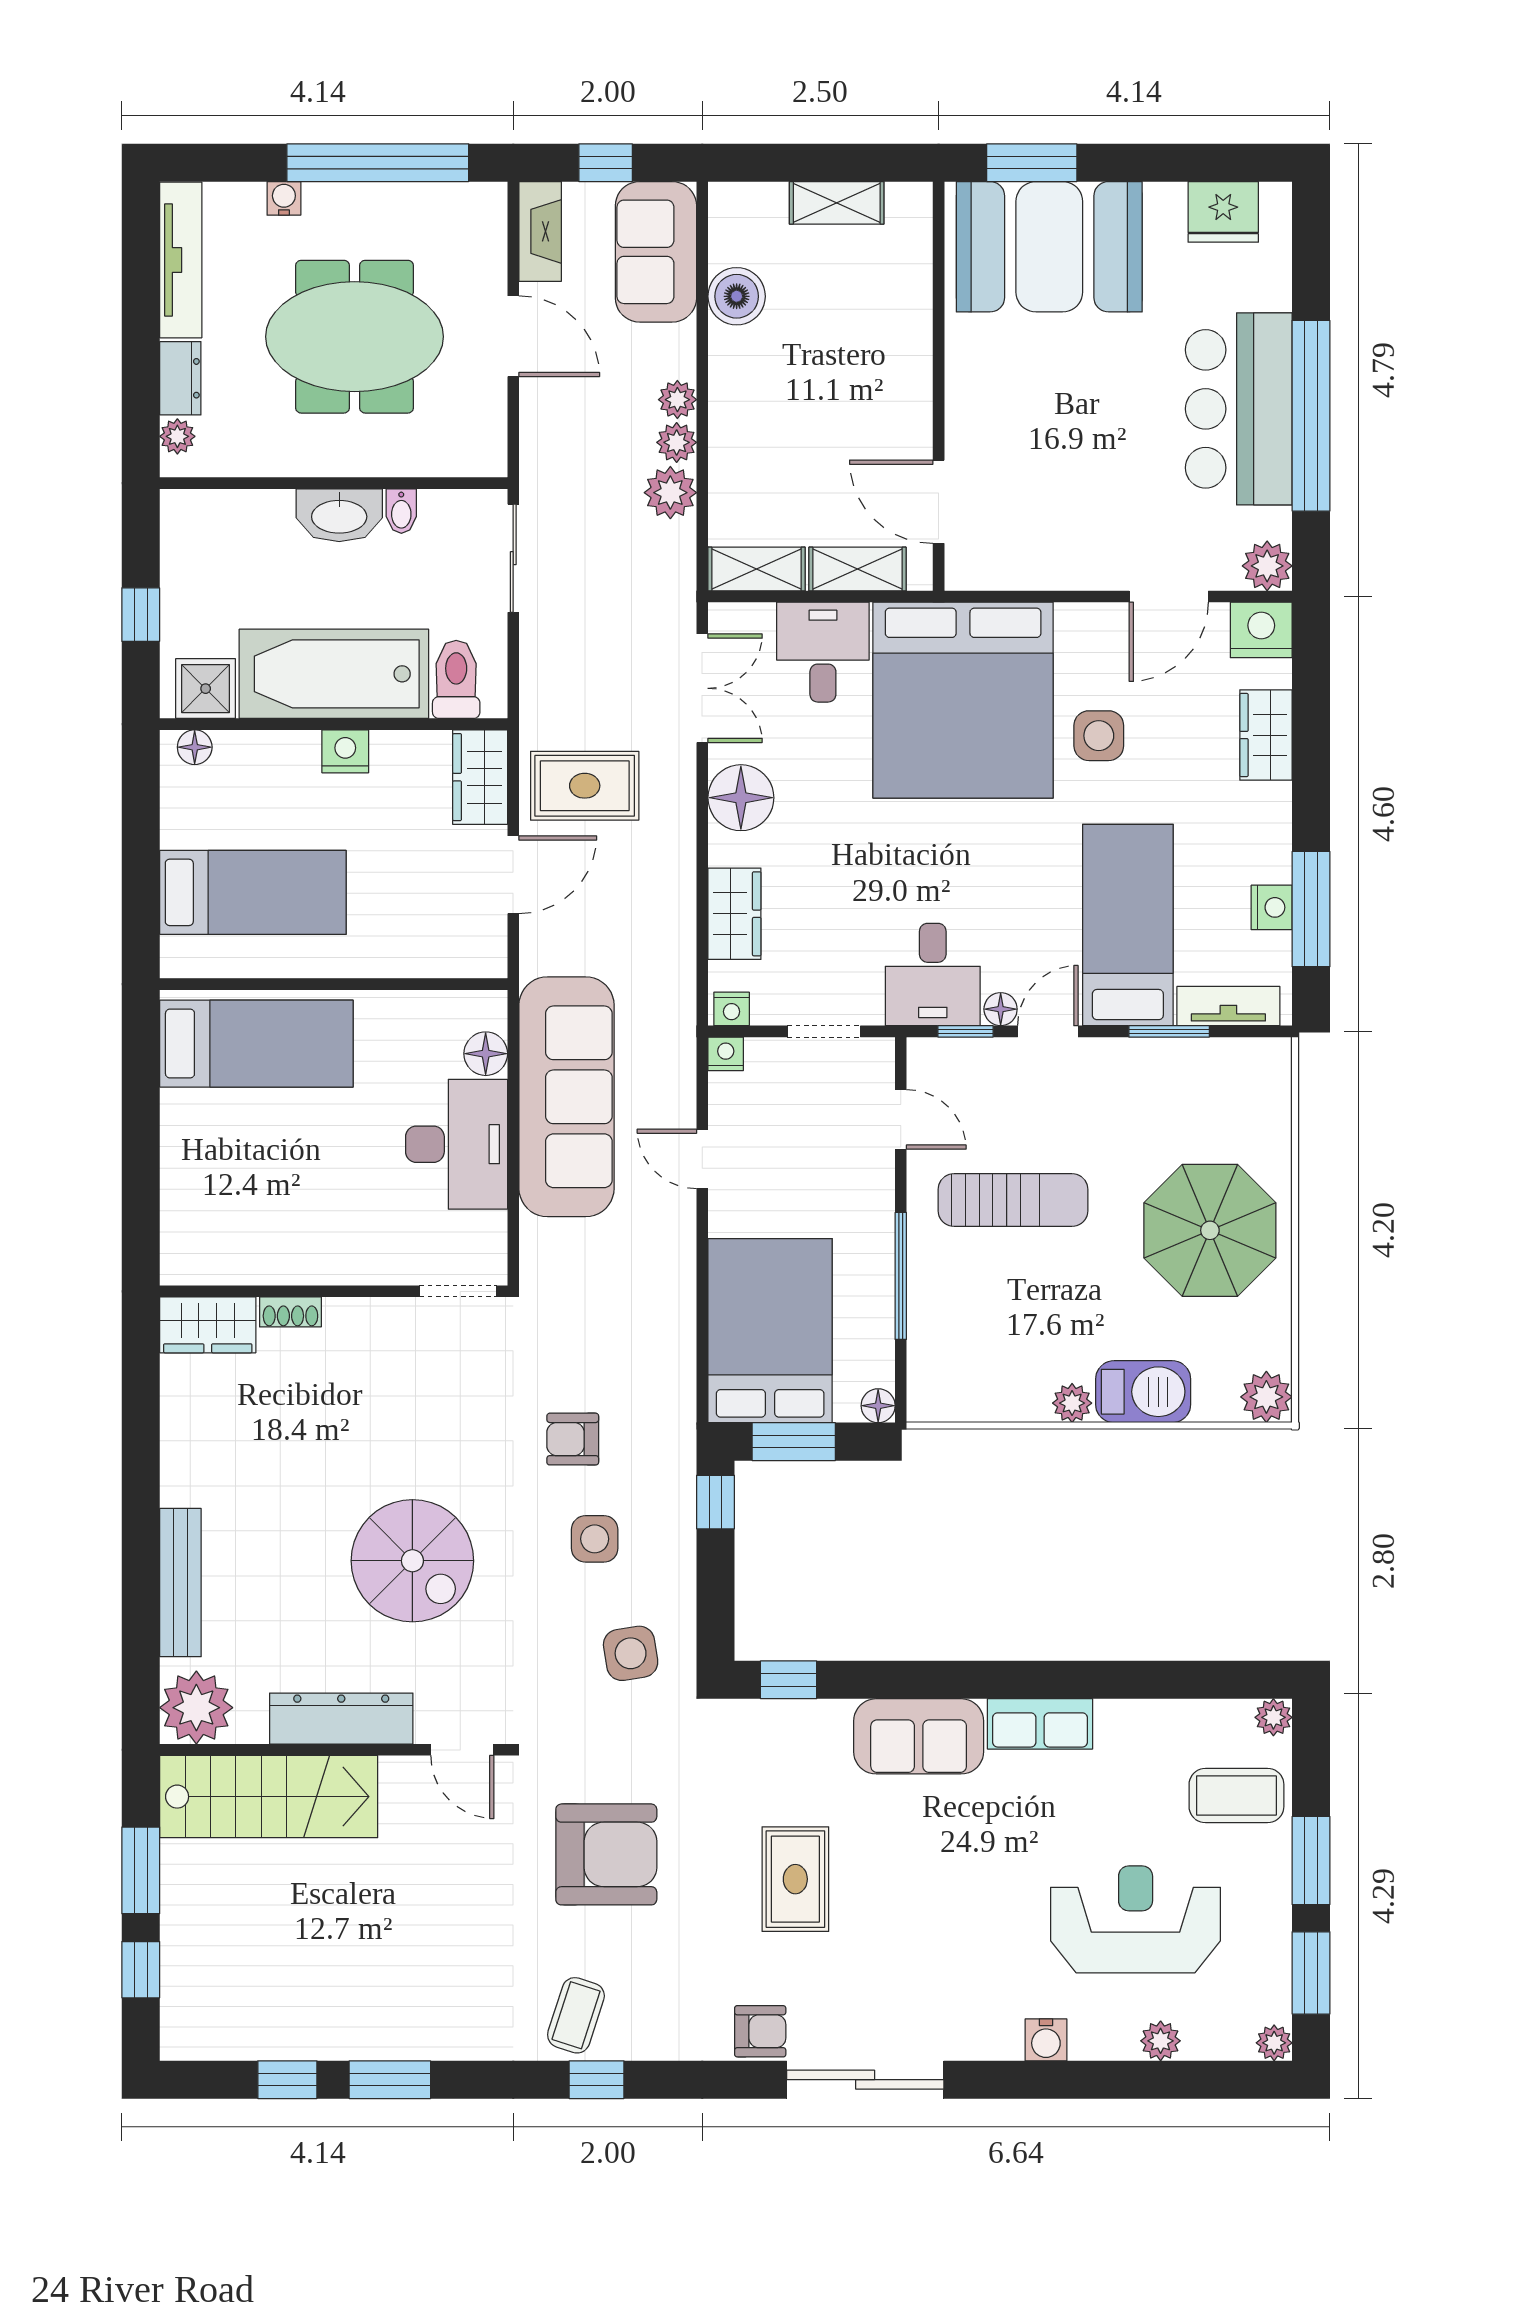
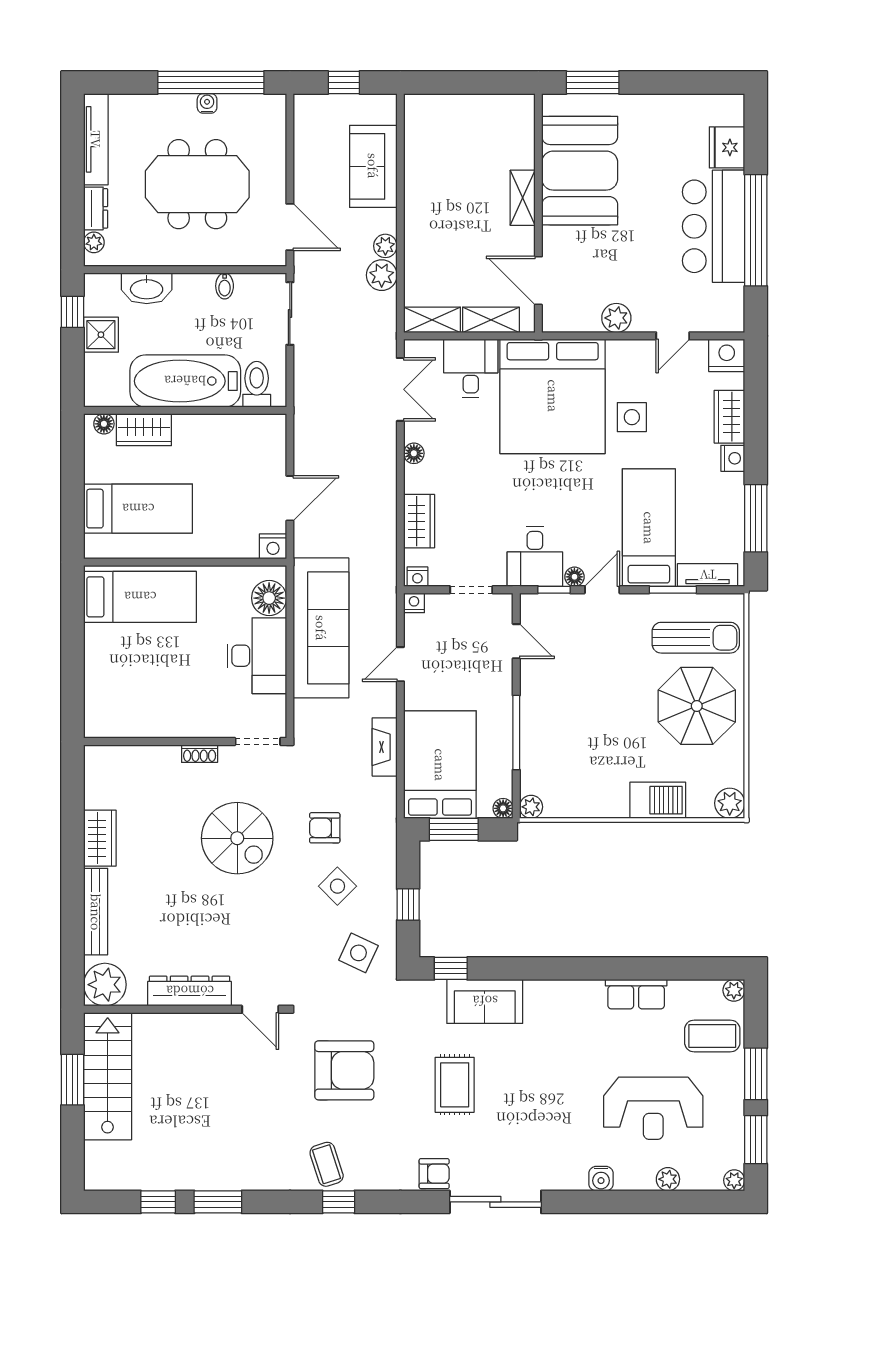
water cooler: (284, 198) -> (207, 103), moved
shelving: (837, 203) -> (523, 198), moved, turned 90
fridge: (1223, 212) -> (727, 147), moved, turned 90
fireplace: (540, 231) -> (385, 747), moved, turned 180
booth: (1049, 247) -> (580, 171), moved, turned 90
sofa: (656, 252) -> (373, 166), moved
boiler: (737, 296) -> (420, 161), removed
door: (513, 336) -> (290, 227), moved
plant: (677, 400) -> (386, 221), removed
washbasin: (339, 515) -> (147, 288), moved
plant: (1267, 566) -> (616, 318), moved
door: (1169, 597) -> (673, 336), width x0.73
window: (141, 615) -> (72, 312), moved
shower: (206, 689) -> (101, 335), moved
nightstand: (345, 751) -> (273, 546), moved, turned 180
wardrobe: (480, 777) -> (144, 430), moved, turned -90
rug: (585, 786) -> (332, 446), removed
floor lamp: (741, 798) -> (414, 453), width x0.53, depth x0.53
nightstand: (1272, 907) -> (733, 458), moved
floor lamp: (486, 1054) -> (269, 598), width x1.38, depth x1.38
door: (702, 1159) -> (400, 664), hinge flipped
sun lounger: (1013, 1200) -> (696, 638), moved
shoe rack: (290, 1312) -> (200, 754), moved
wardrobe: (208, 1325) -> (100, 838), moved, turned -90
plant: (1072, 1403) -> (531, 807), moved
window: (716, 1502) -> (408, 905), moved
side table: (595, 1539) -> (337, 886), turned 45
spiral stairs: (412, 1561) -> (237, 838), moved
side table: (631, 1653) -> (358, 953), turned 34
row of seats: (1040, 1724) -> (636, 994), moved
sofa: (919, 1736) -> (485, 1001), moved
stairs: (269, 1797) -> (108, 1076), moved, turned -90
reception desk: (1136, 1919) -> (653, 1108), turned 180
window: (141, 1970) -> (72, 1138), removed
coffee table: (576, 2015) -> (327, 1164), turned -36

